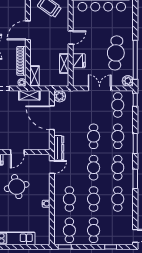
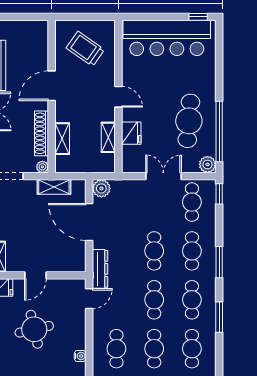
door: (71, 38) -> (118, 97), hinge flipped
shelving: (35, 76) -> (62, 139), moved

